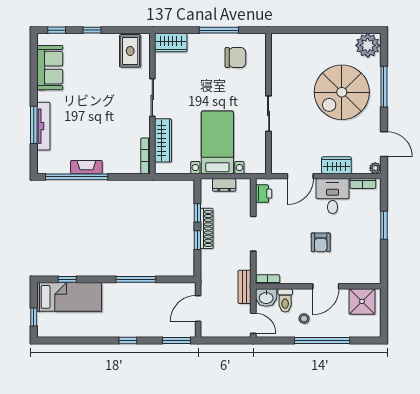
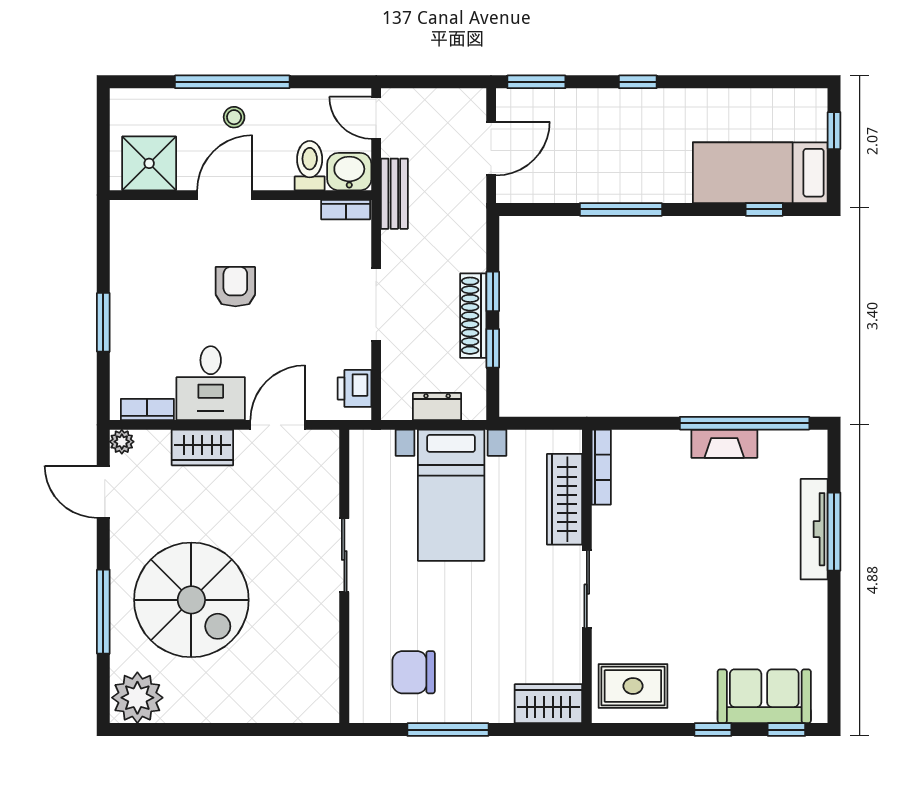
rug: (130, 51) -> (633, 686), turned 90
sofa: (50, 68) -> (764, 696), moved, turned 90
spiral stairs: (342, 92) -> (191, 600), turned 90
stool: (304, 319) -> (234, 117), moved

